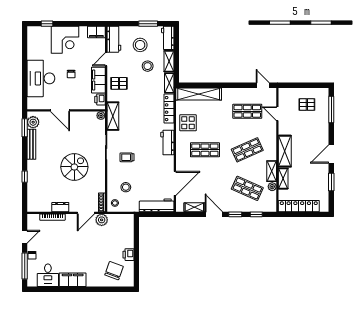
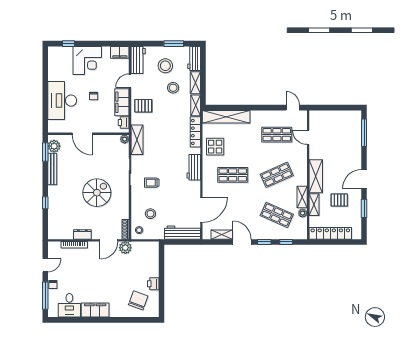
pallet: (307, 105) -> (339, 200), moved

